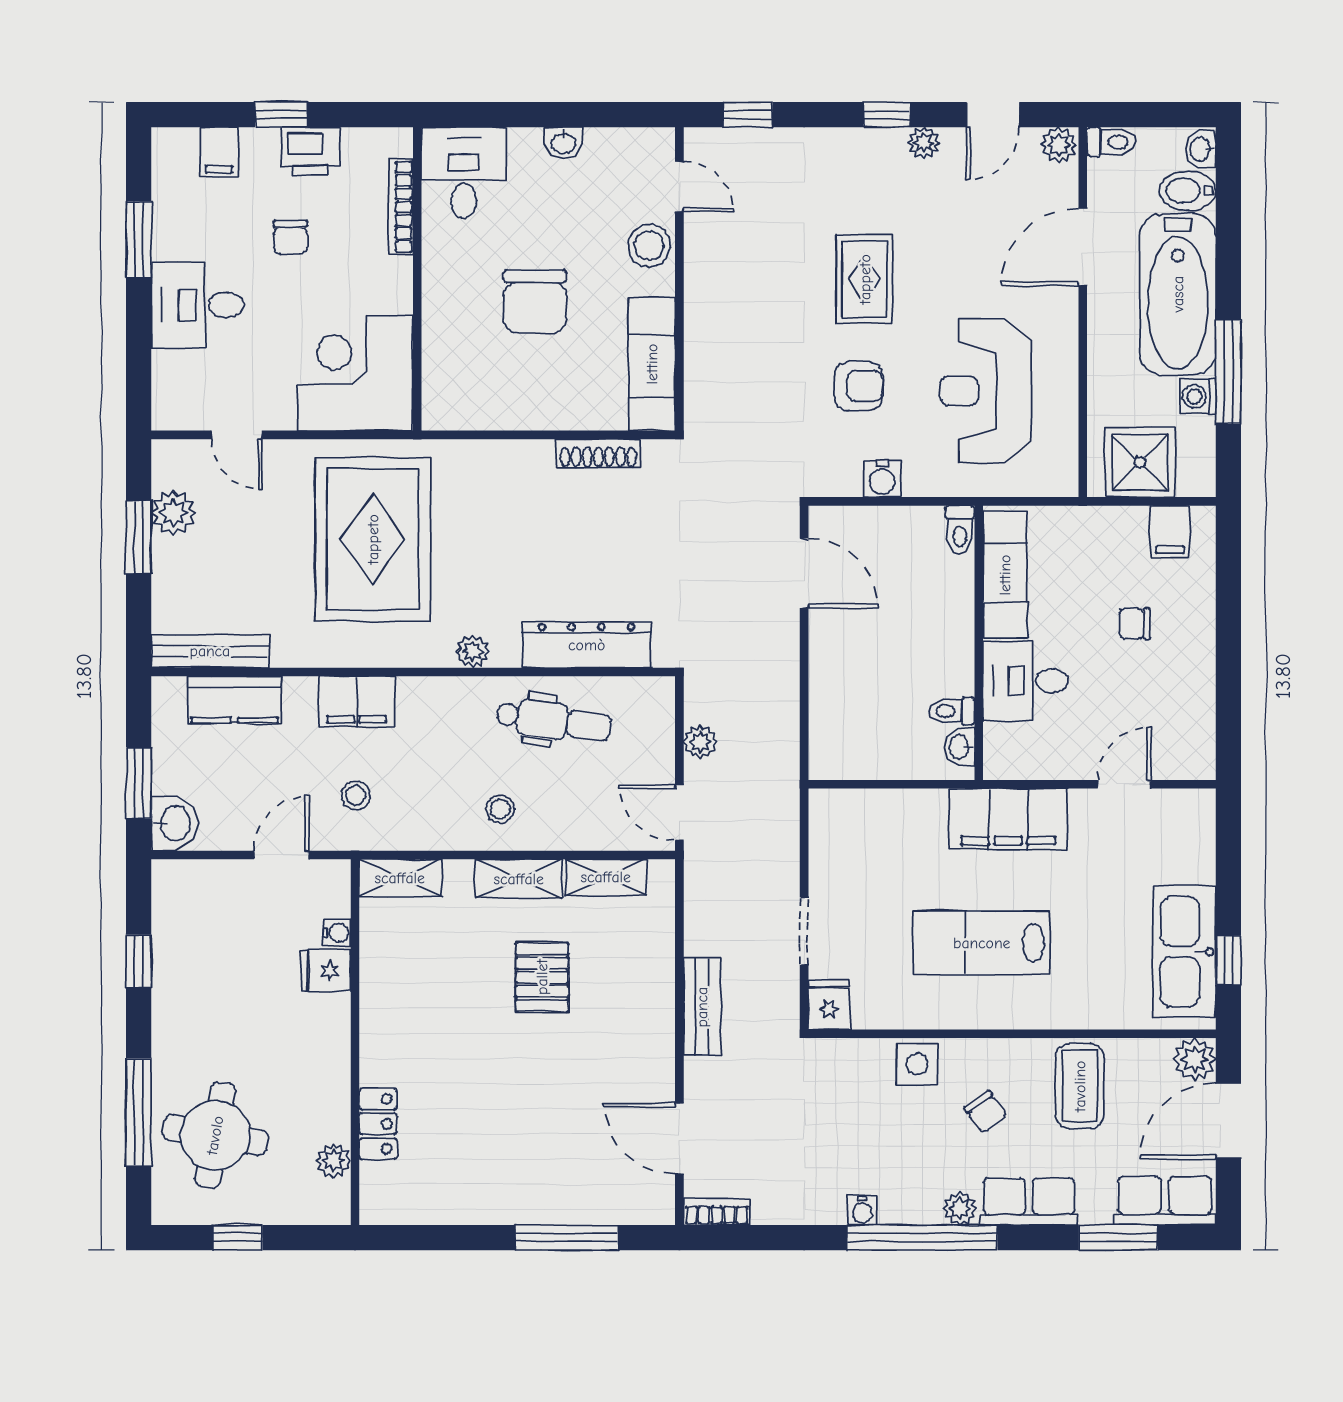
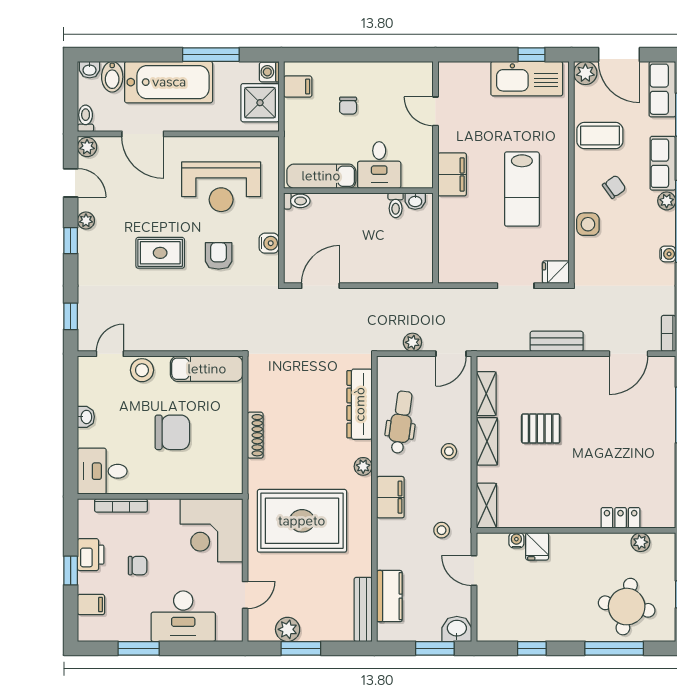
desk: (197, 305) -> (183, 616), width x1.37
washing machine: (1198, 396) -> (269, 72), moved, turned 90
shoe rack: (598, 453) -> (255, 435), moved
filing cabinet: (357, 701) -> (390, 497), moved
filing cabinet: (1008, 819) -> (452, 174), width x0.67, depth x0.86

